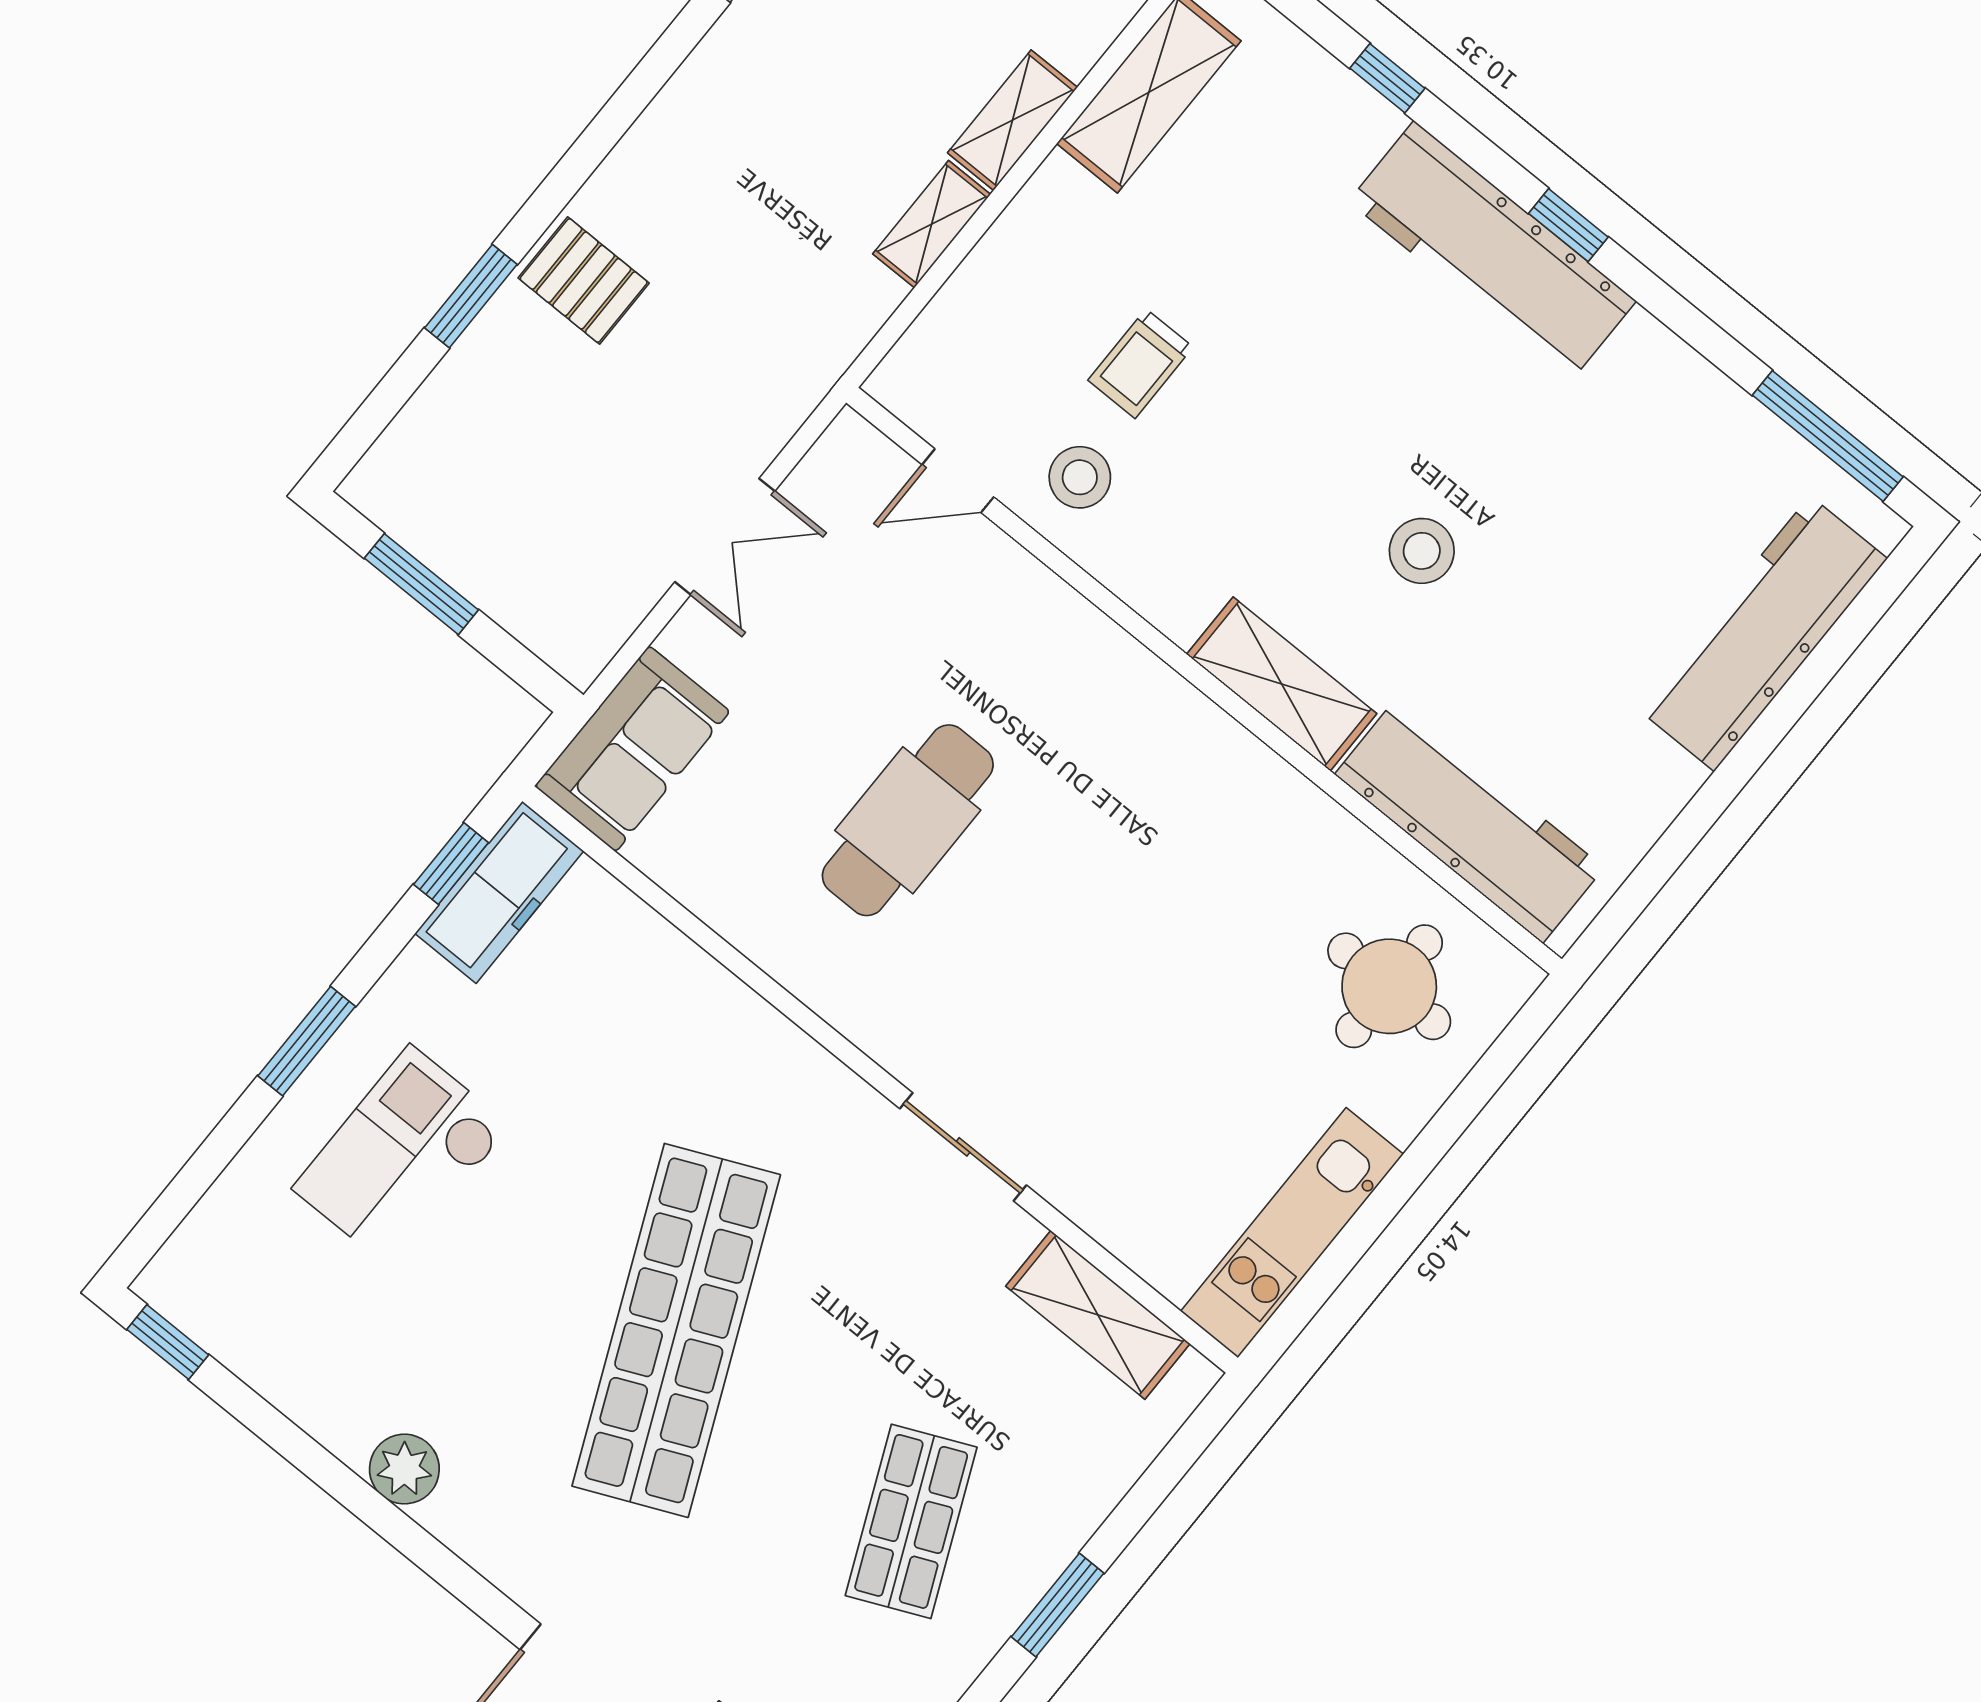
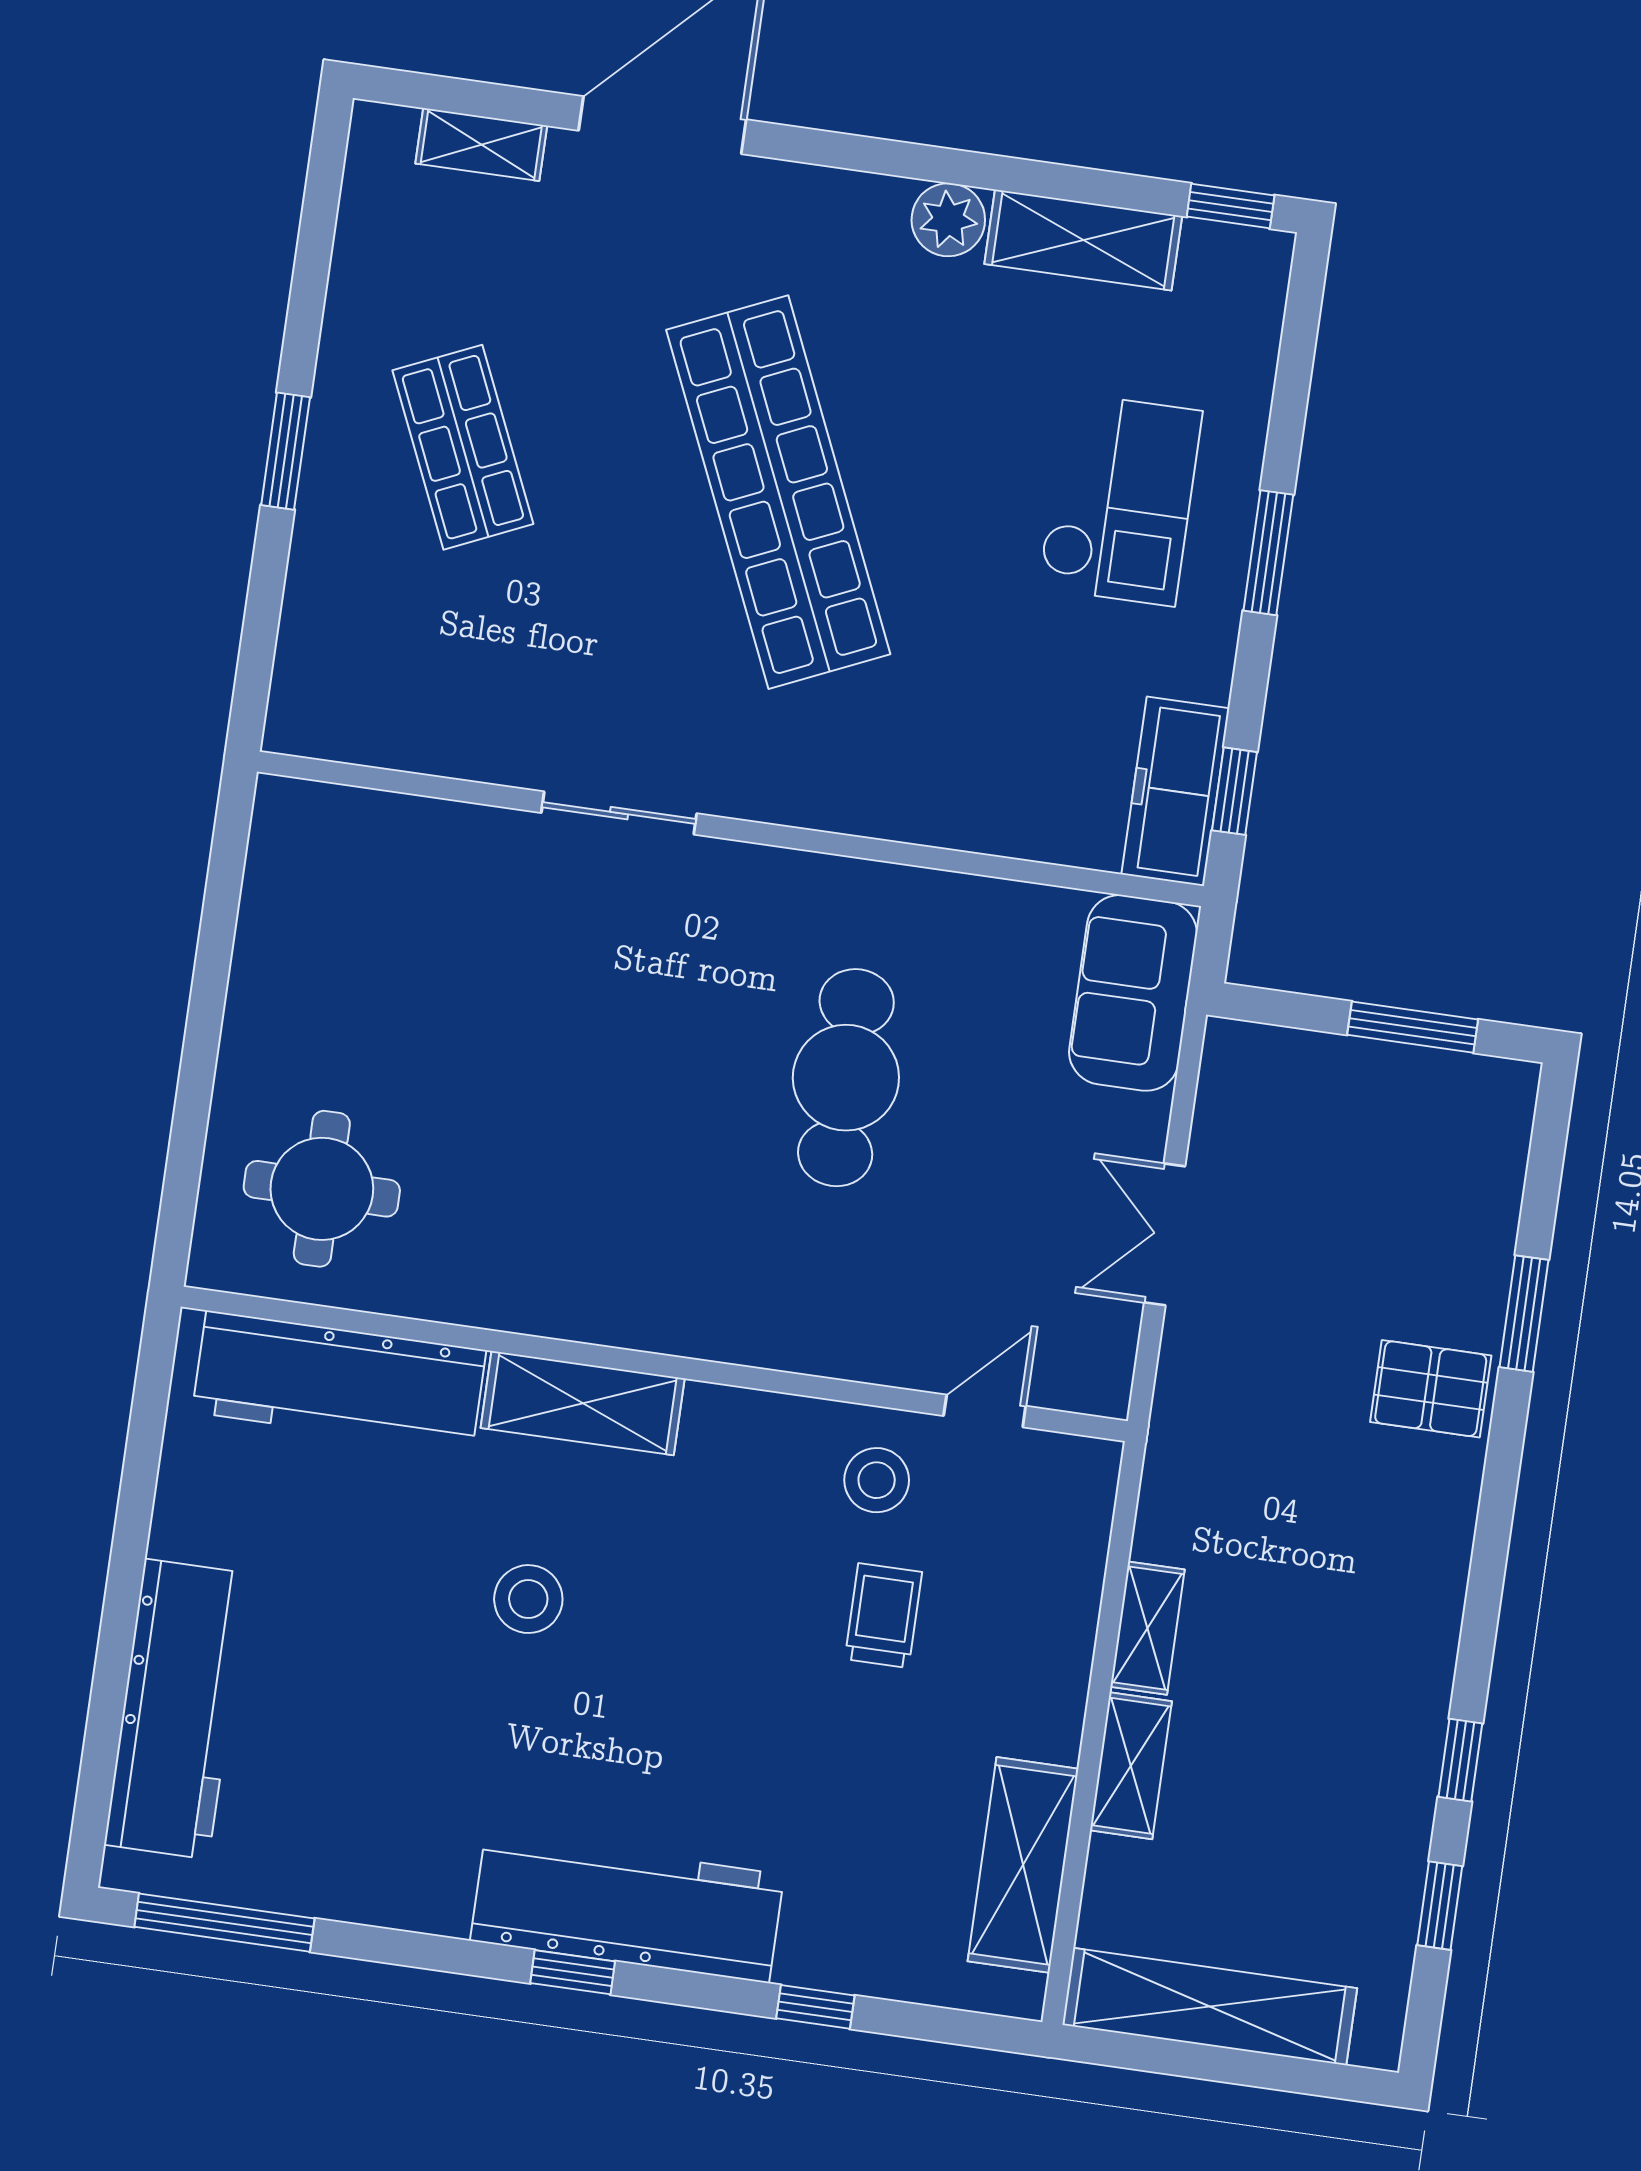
kitchen unit: (1292, 1233) -> (276, 914), removed
shelving: (1098, 1315) -> (1083, 240), moved

